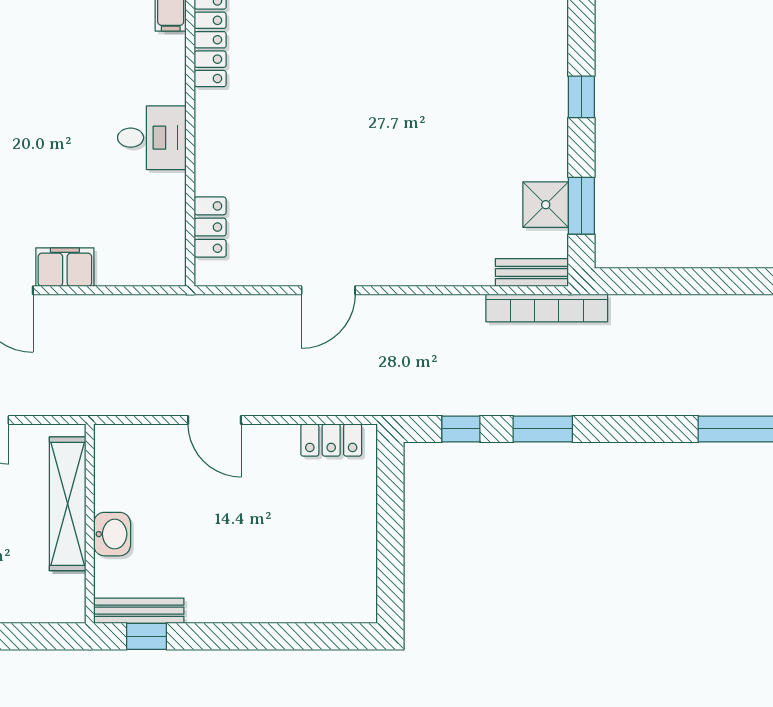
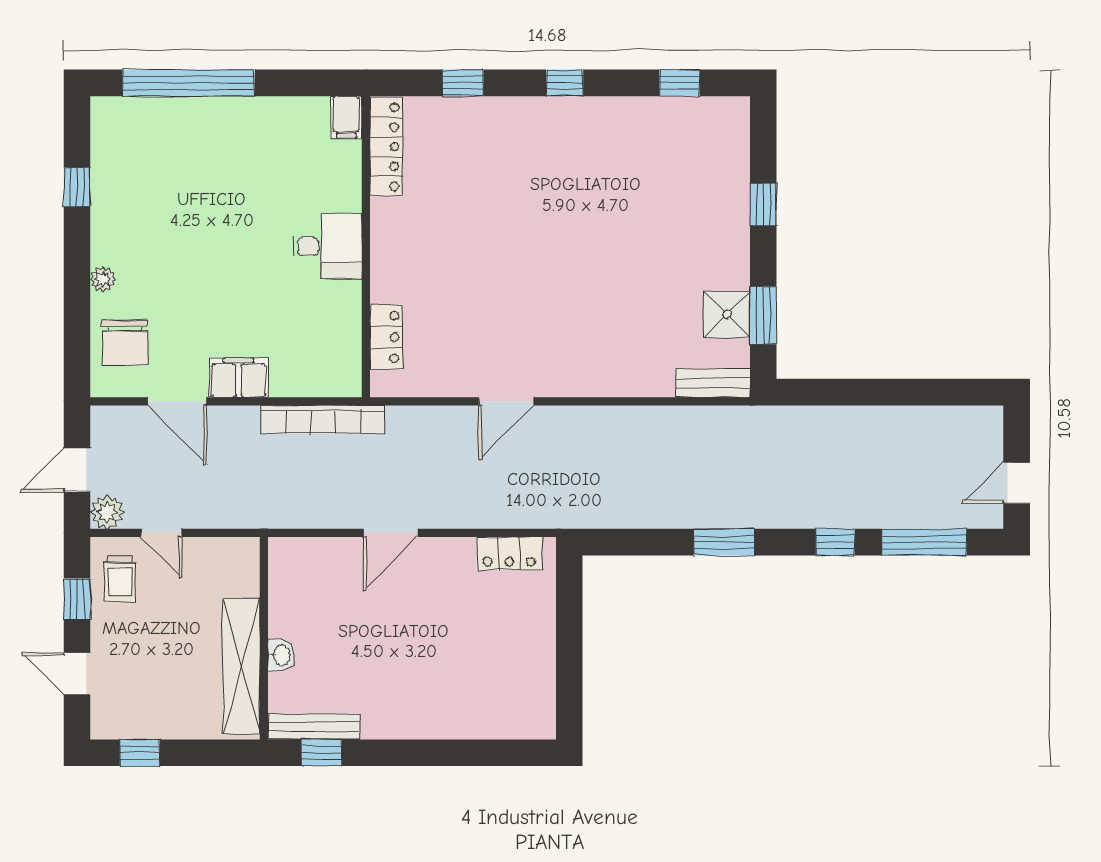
bookcase: (547, 308) -> (323, 419), moved
door: (215, 420) -> (391, 533), hinge flipped
window: (461, 429) -> (835, 542), moved
shelving: (68, 504) -> (241, 666), moved
washbasin: (112, 534) -> (281, 655), width x0.72, depth x0.69

